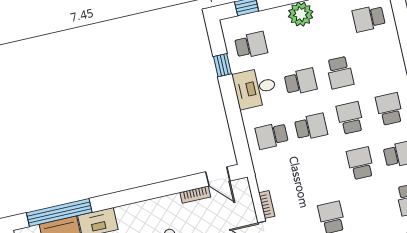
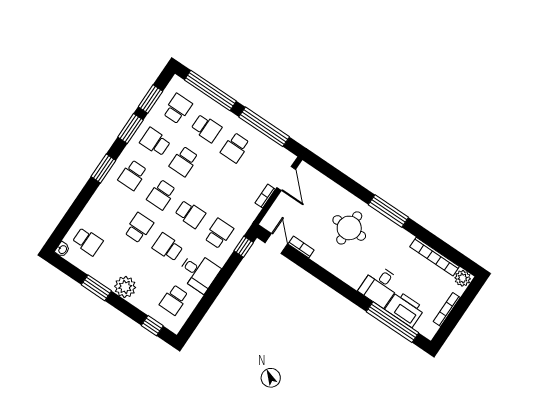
school desk: (251, 45) -> (174, 300), turned -90
window: (222, 65) -> (244, 247), moved
school desk: (311, 127) -> (190, 214), turned 180
school desk: (272, 136) -> (219, 234), turned -90
school desk: (371, 209) -> (206, 128), added

